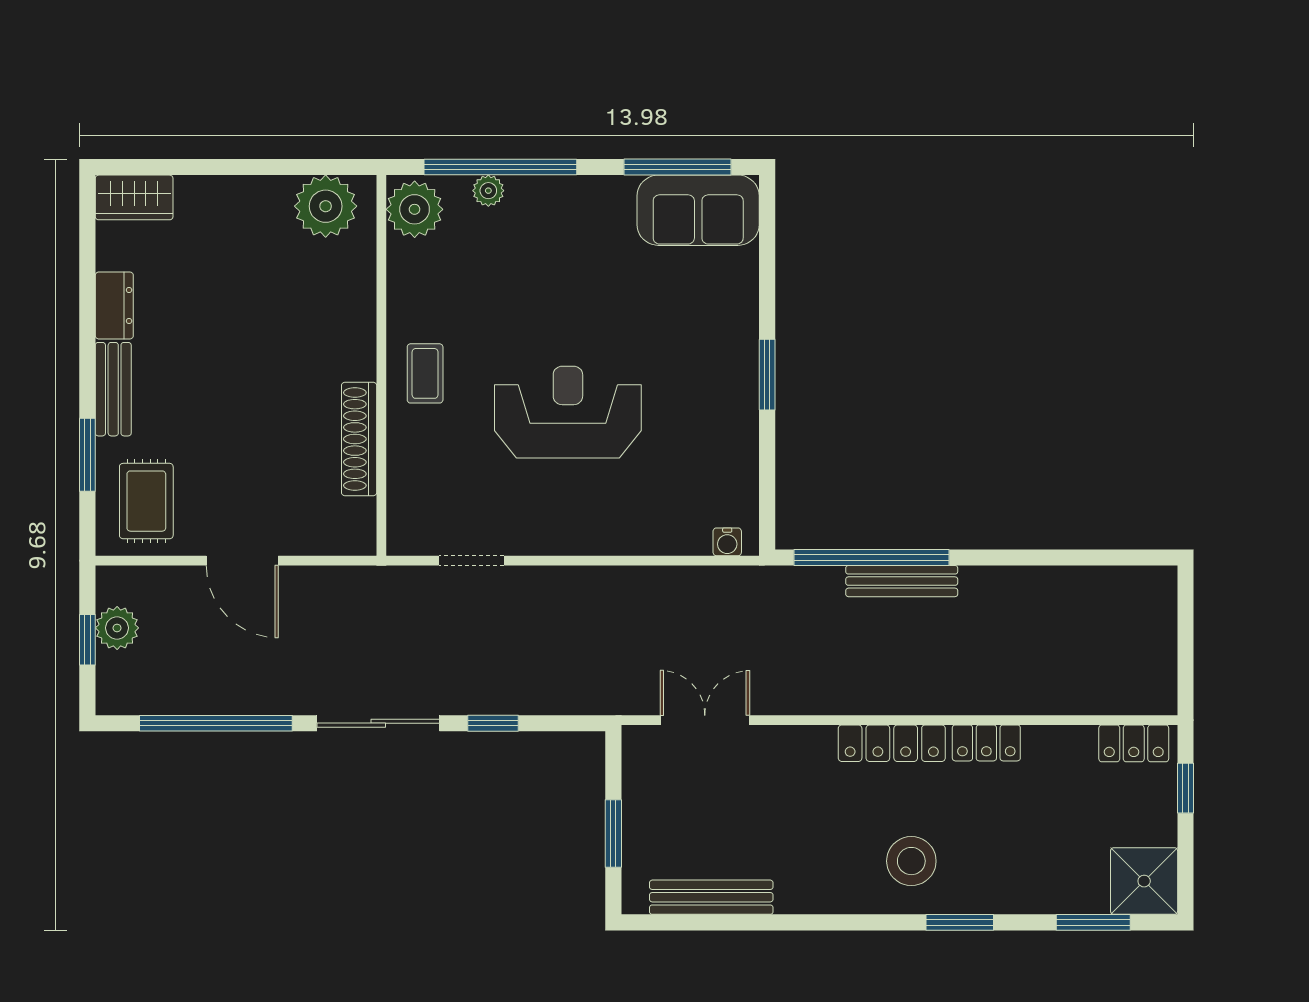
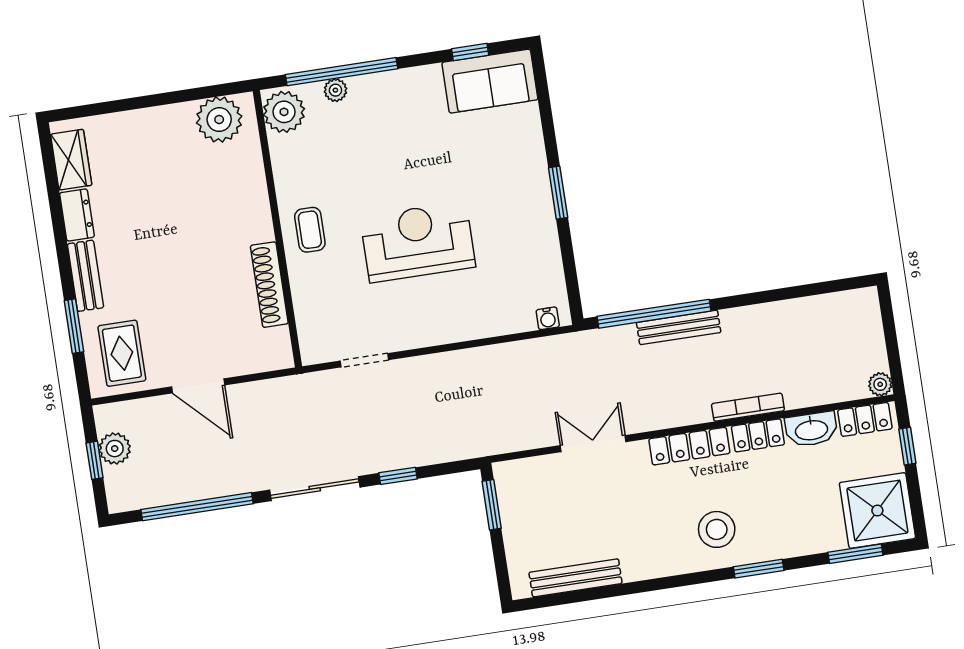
window: (678, 167) -> (470, 52), width x0.46
wardrobe: (134, 197) -> (71, 160), moved, turned -90
plant: (1162, 699) -> (880, 384), added
bookcase: (979, 703) -> (748, 407), added
double door: (705, 720) -> (593, 444), moved
washbasin: (1060, 746) -> (811, 429), added
window: (613, 834) -> (492, 505), moved
shower: (1144, 881) -> (877, 511), width x1.37, depth x1.37

